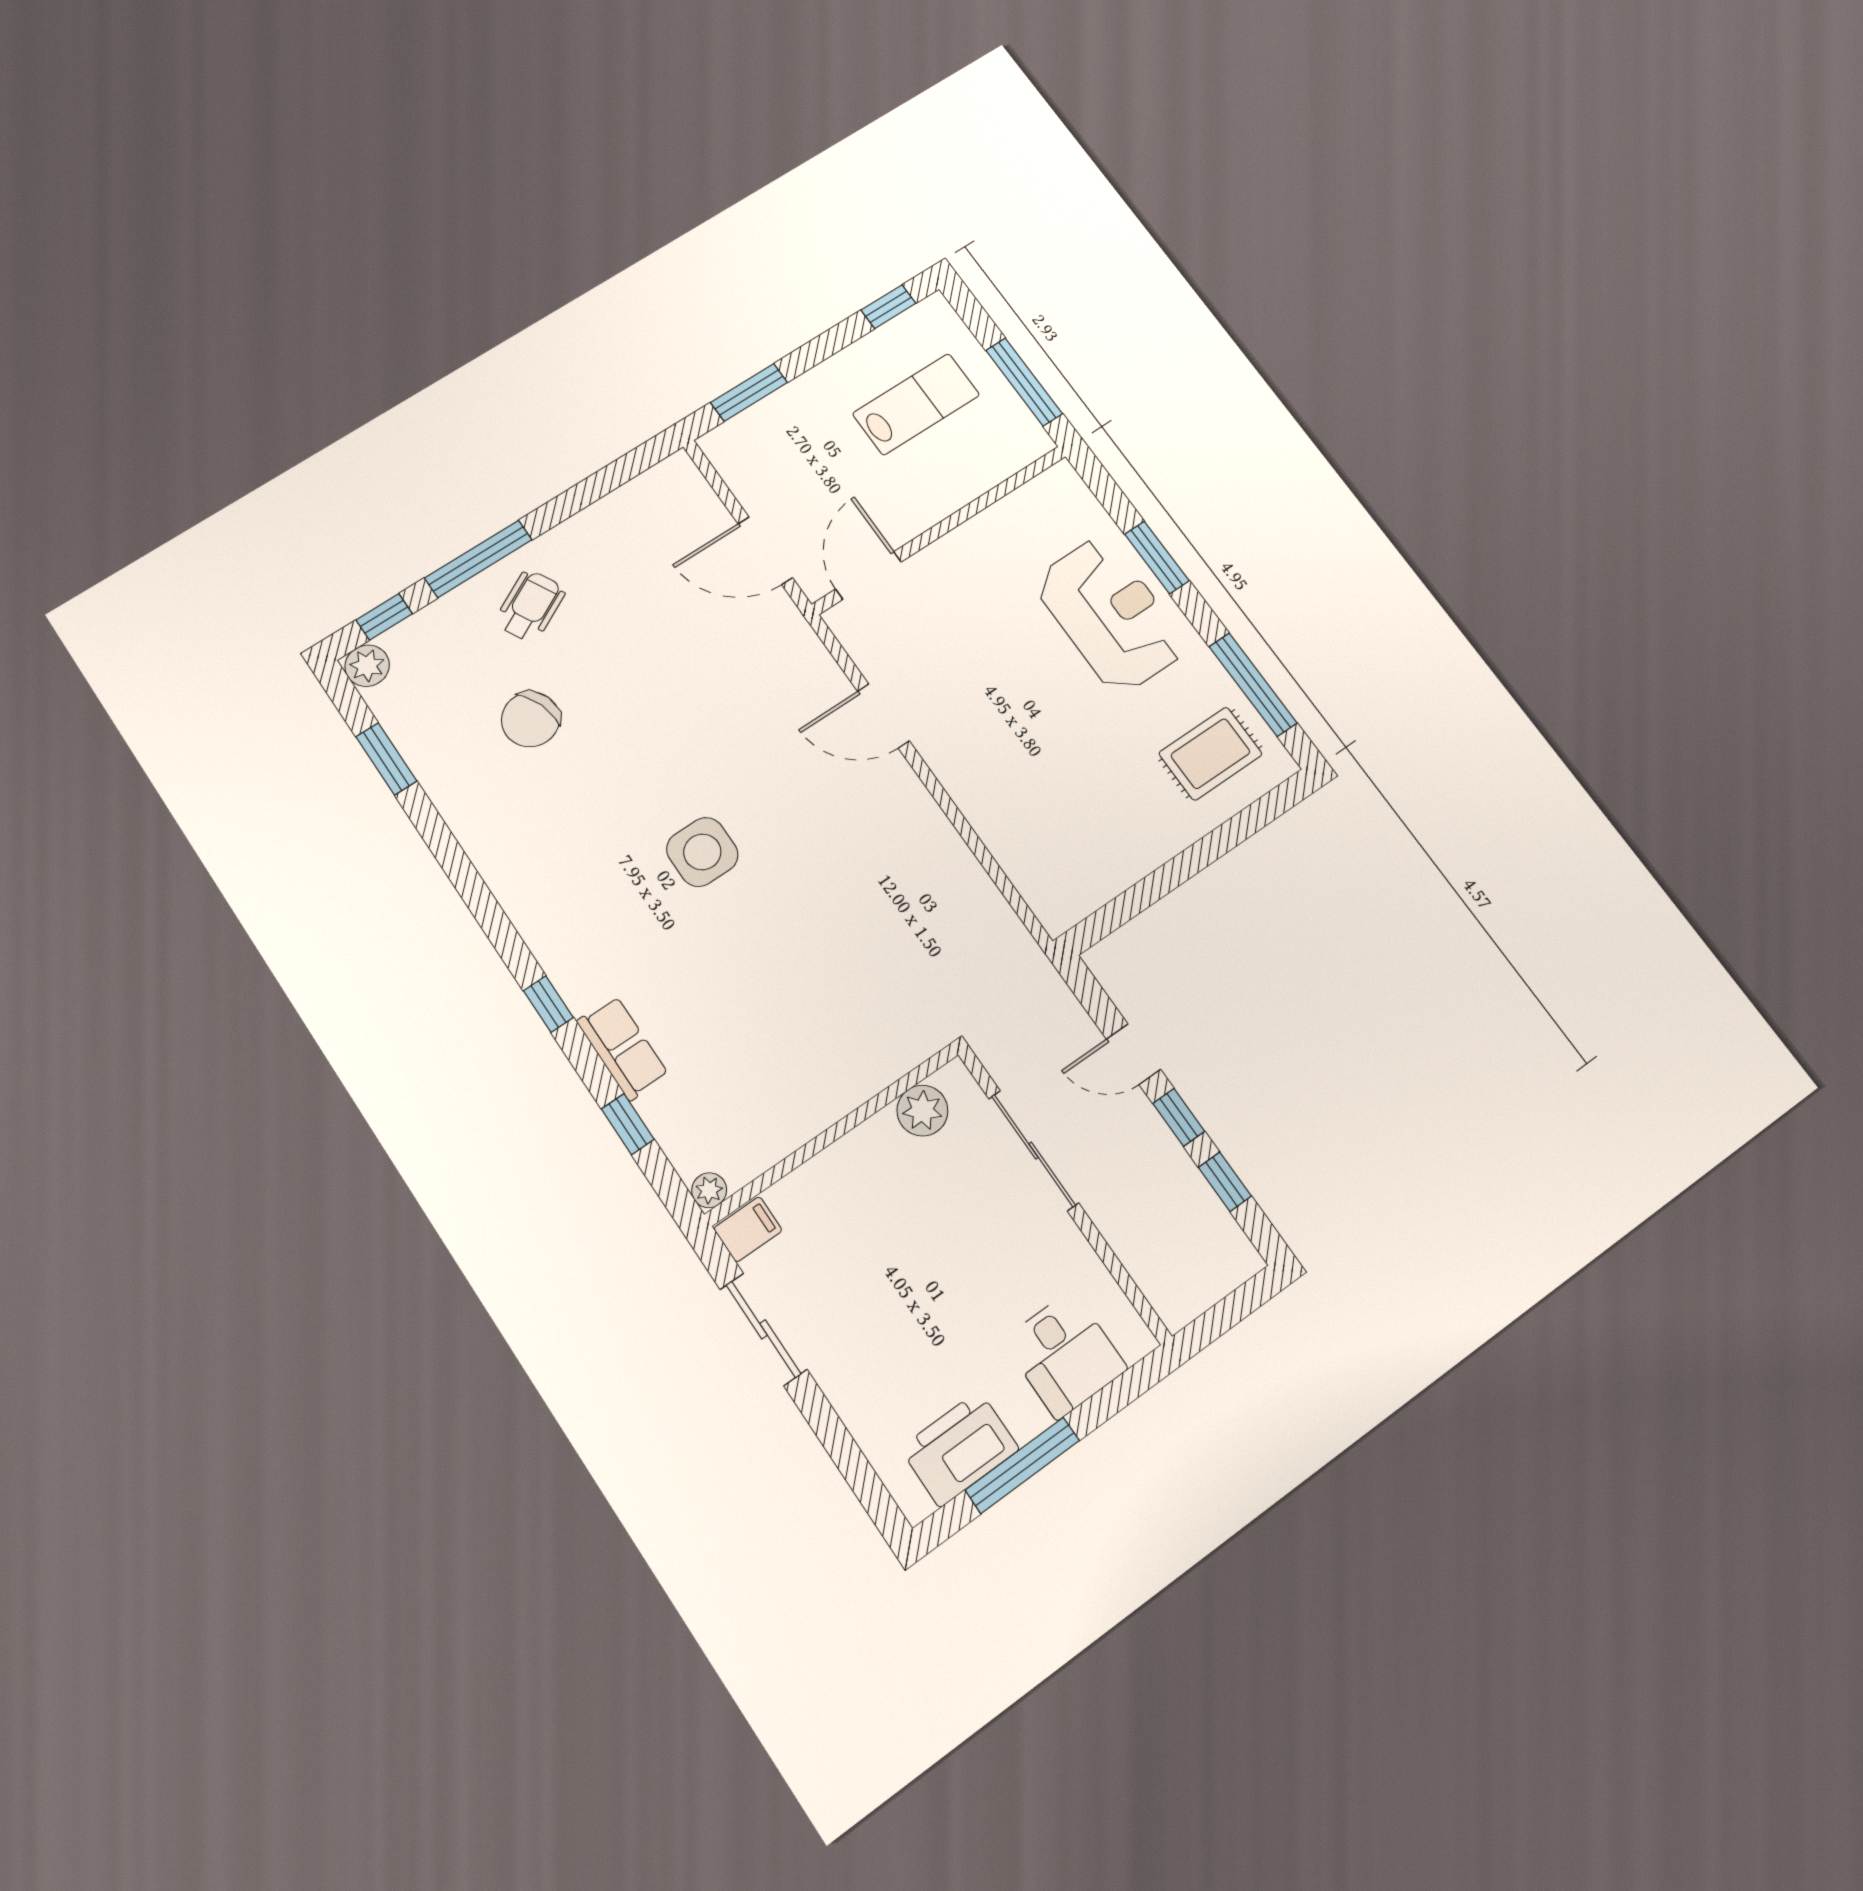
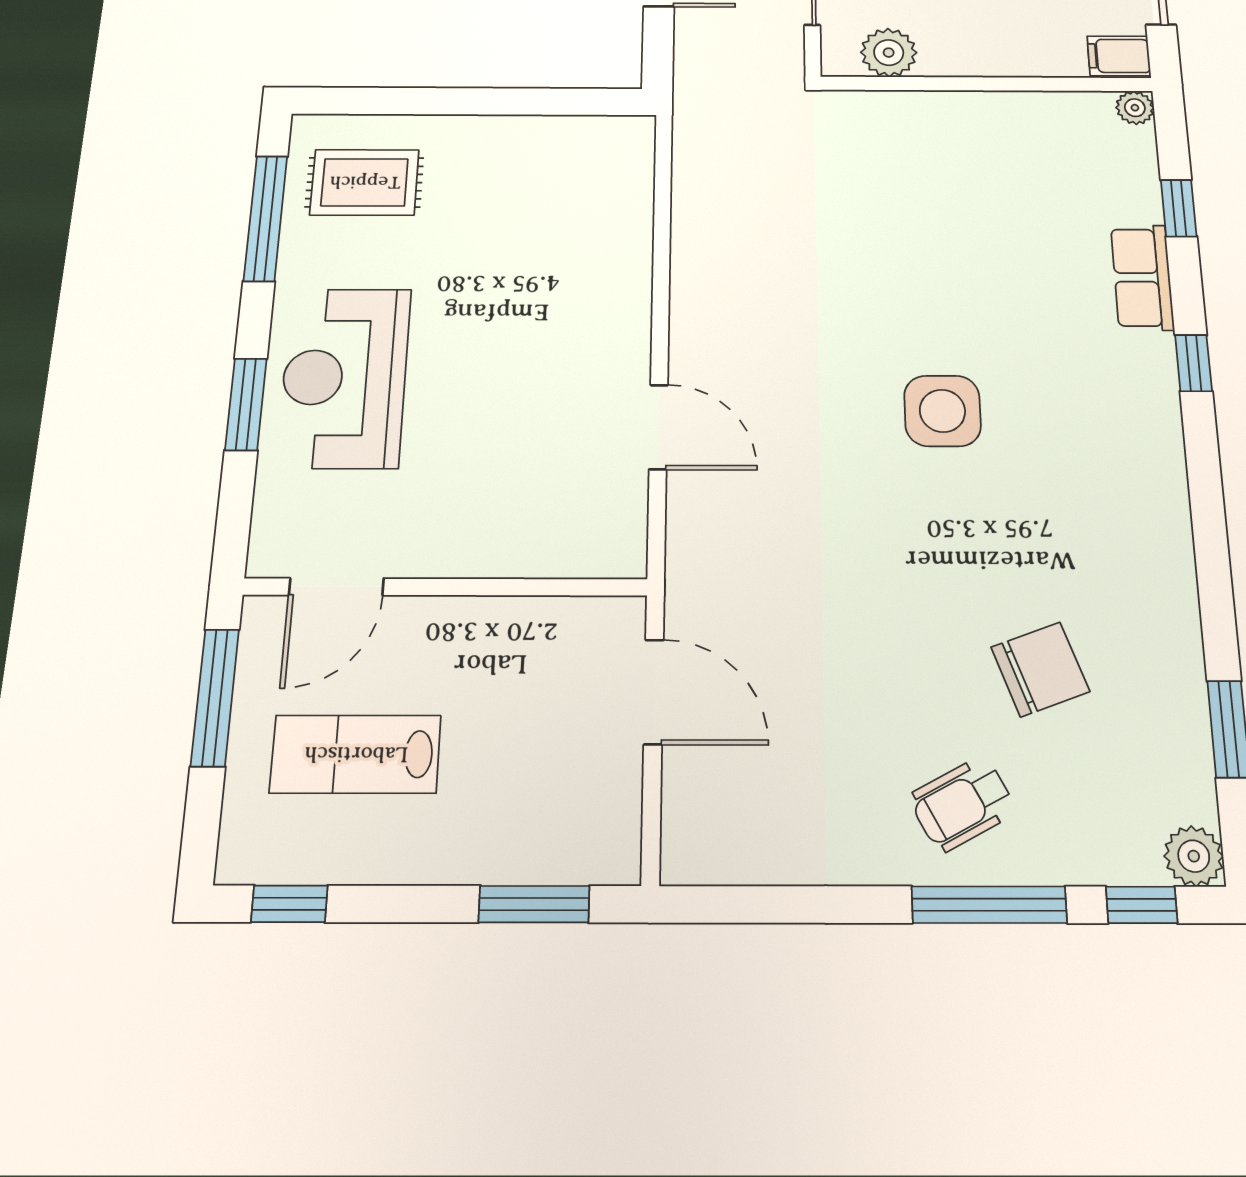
door: (868, 575) -> (336, 587), moved

